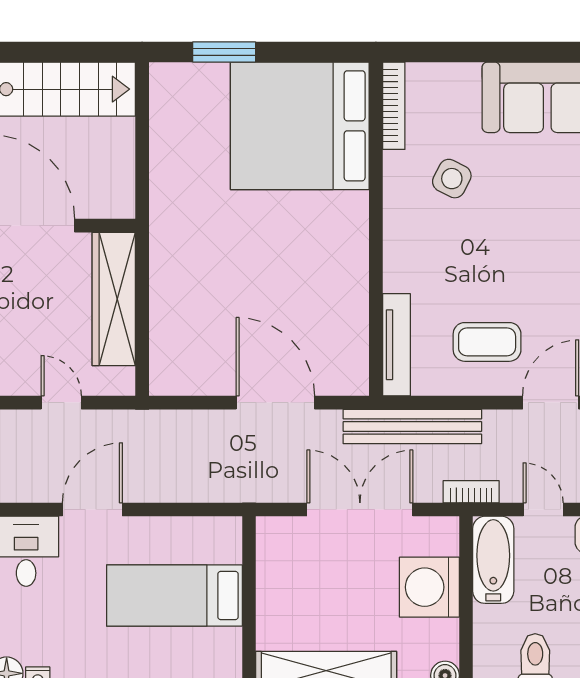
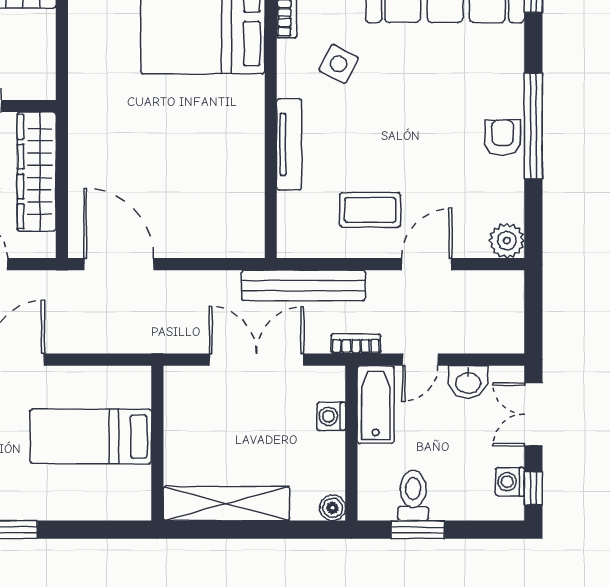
tv unit: (396, 345) -> (289, 144), moved
door: (275, 403) -> (119, 264), moved
door: (543, 510) -> (420, 360), swing flipped
washing machine: (429, 587) -> (331, 416), width x0.53, depth x0.53

